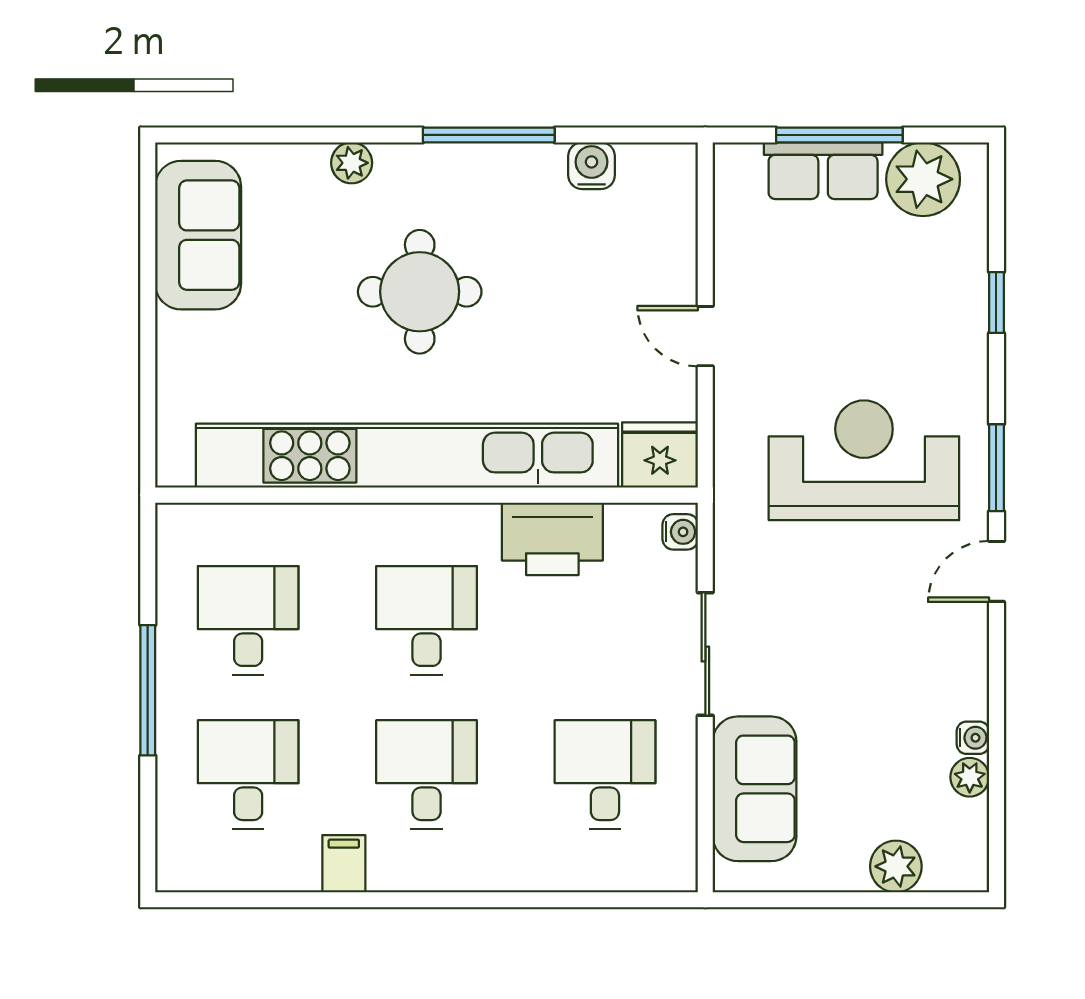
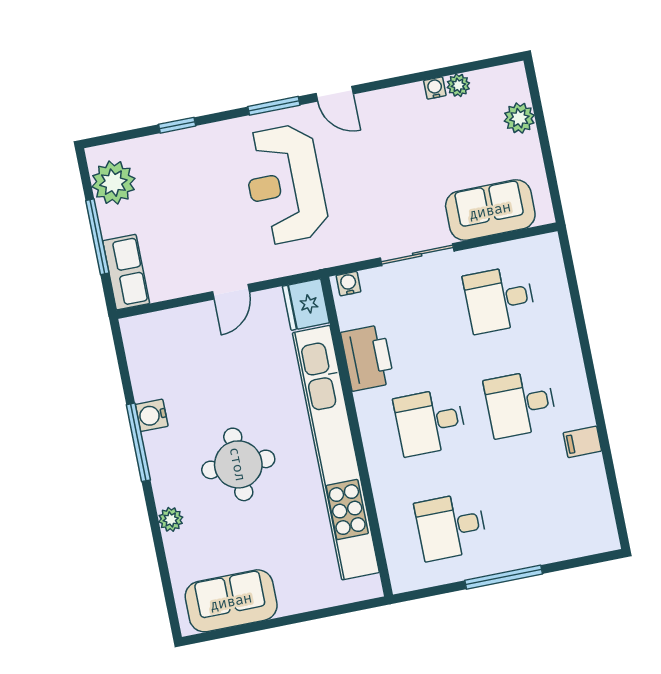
water cooler: (592, 166) -> (152, 415), moved
row of seats: (823, 171) -> (126, 272), moved
desk: (248, 774) -> (541, 508), removed

